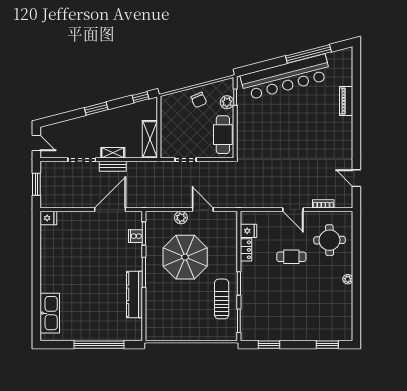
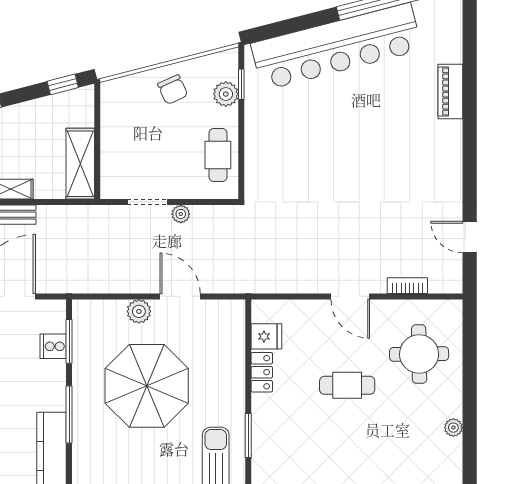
cafe table: (223, 135) -> (218, 155), width x0.73, depth x0.74
plant: (203, 166) -> (181, 214), added

